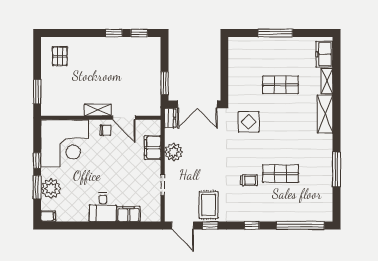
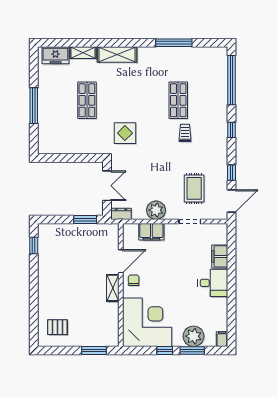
window: (114, 33) -> (34, 271), removed
double door: (197, 104) -> (107, 186), width x0.73
rug: (209, 205) -> (194, 188), moved, turned 90

